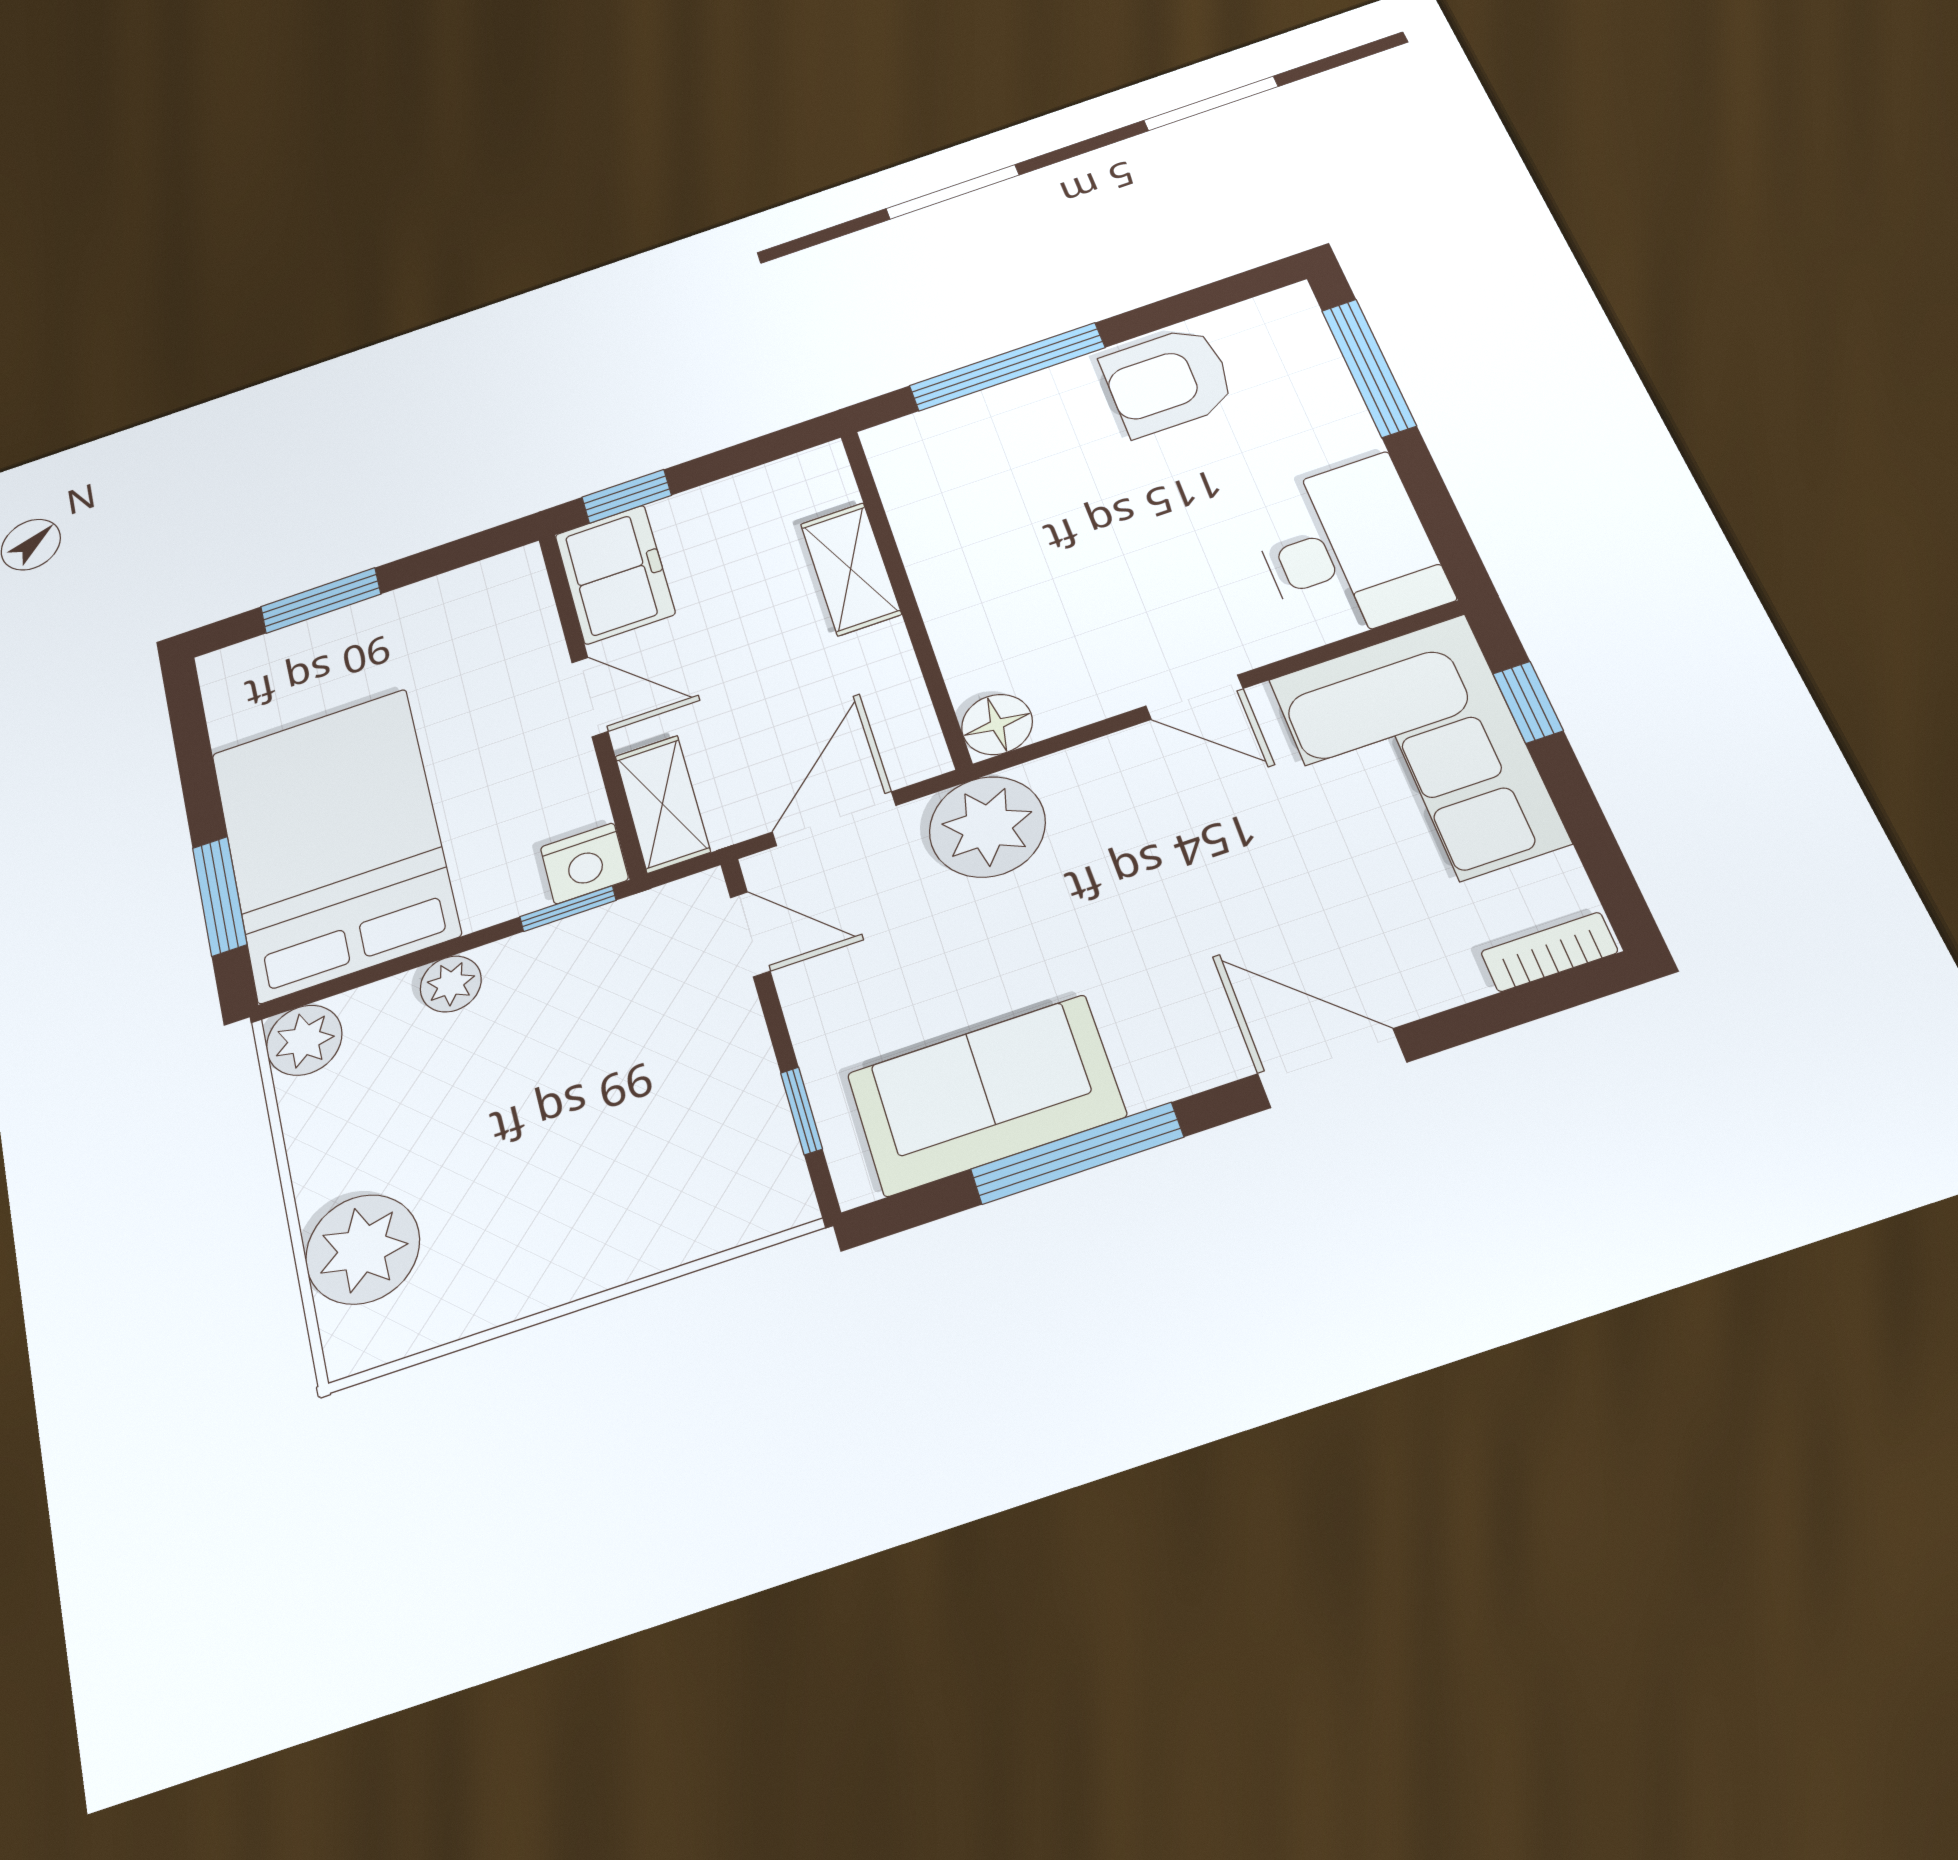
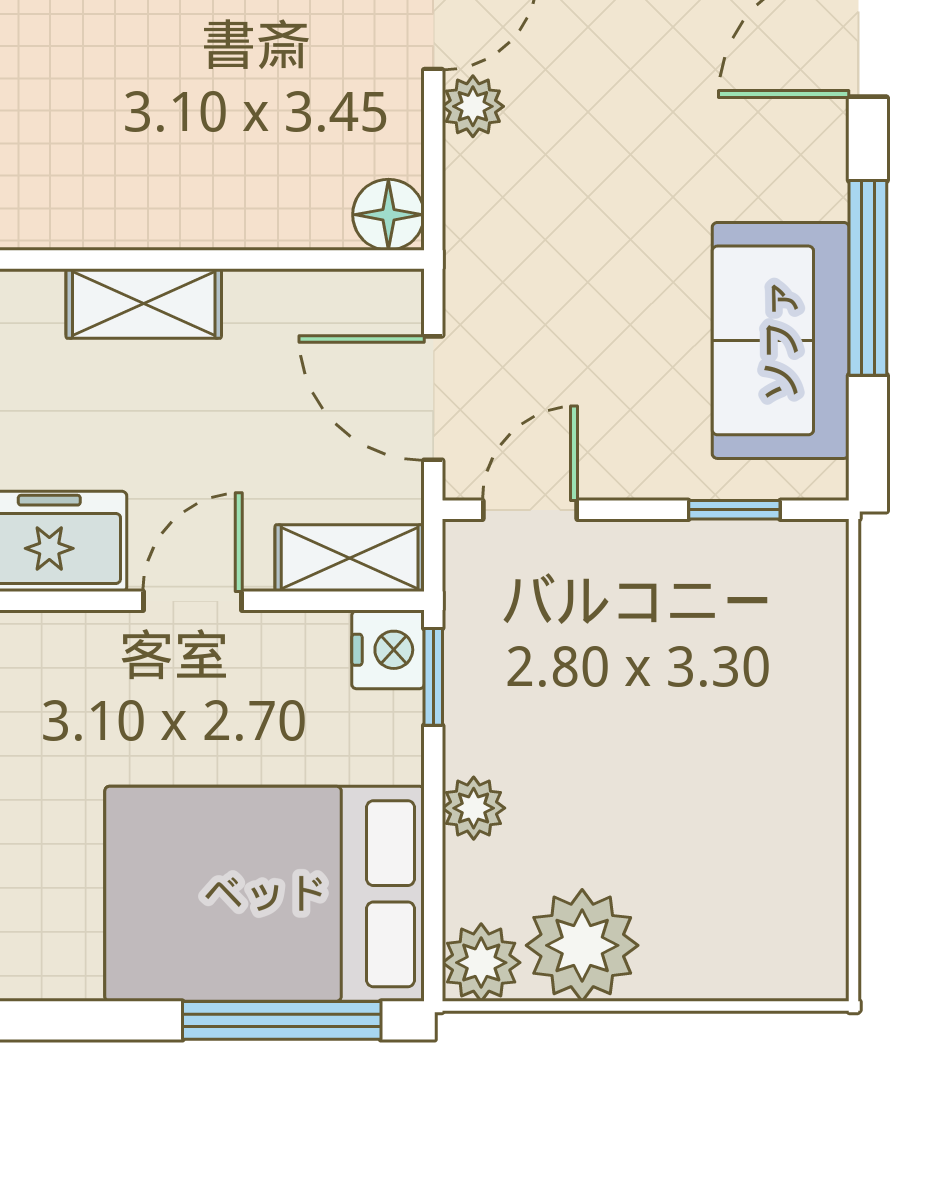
plant: (987, 827) -> (473, 106), moved, width x0.53, depth x0.53
window: (220, 896) -> (282, 1020), width x1.44
plant: (363, 1249) -> (582, 945), moved

